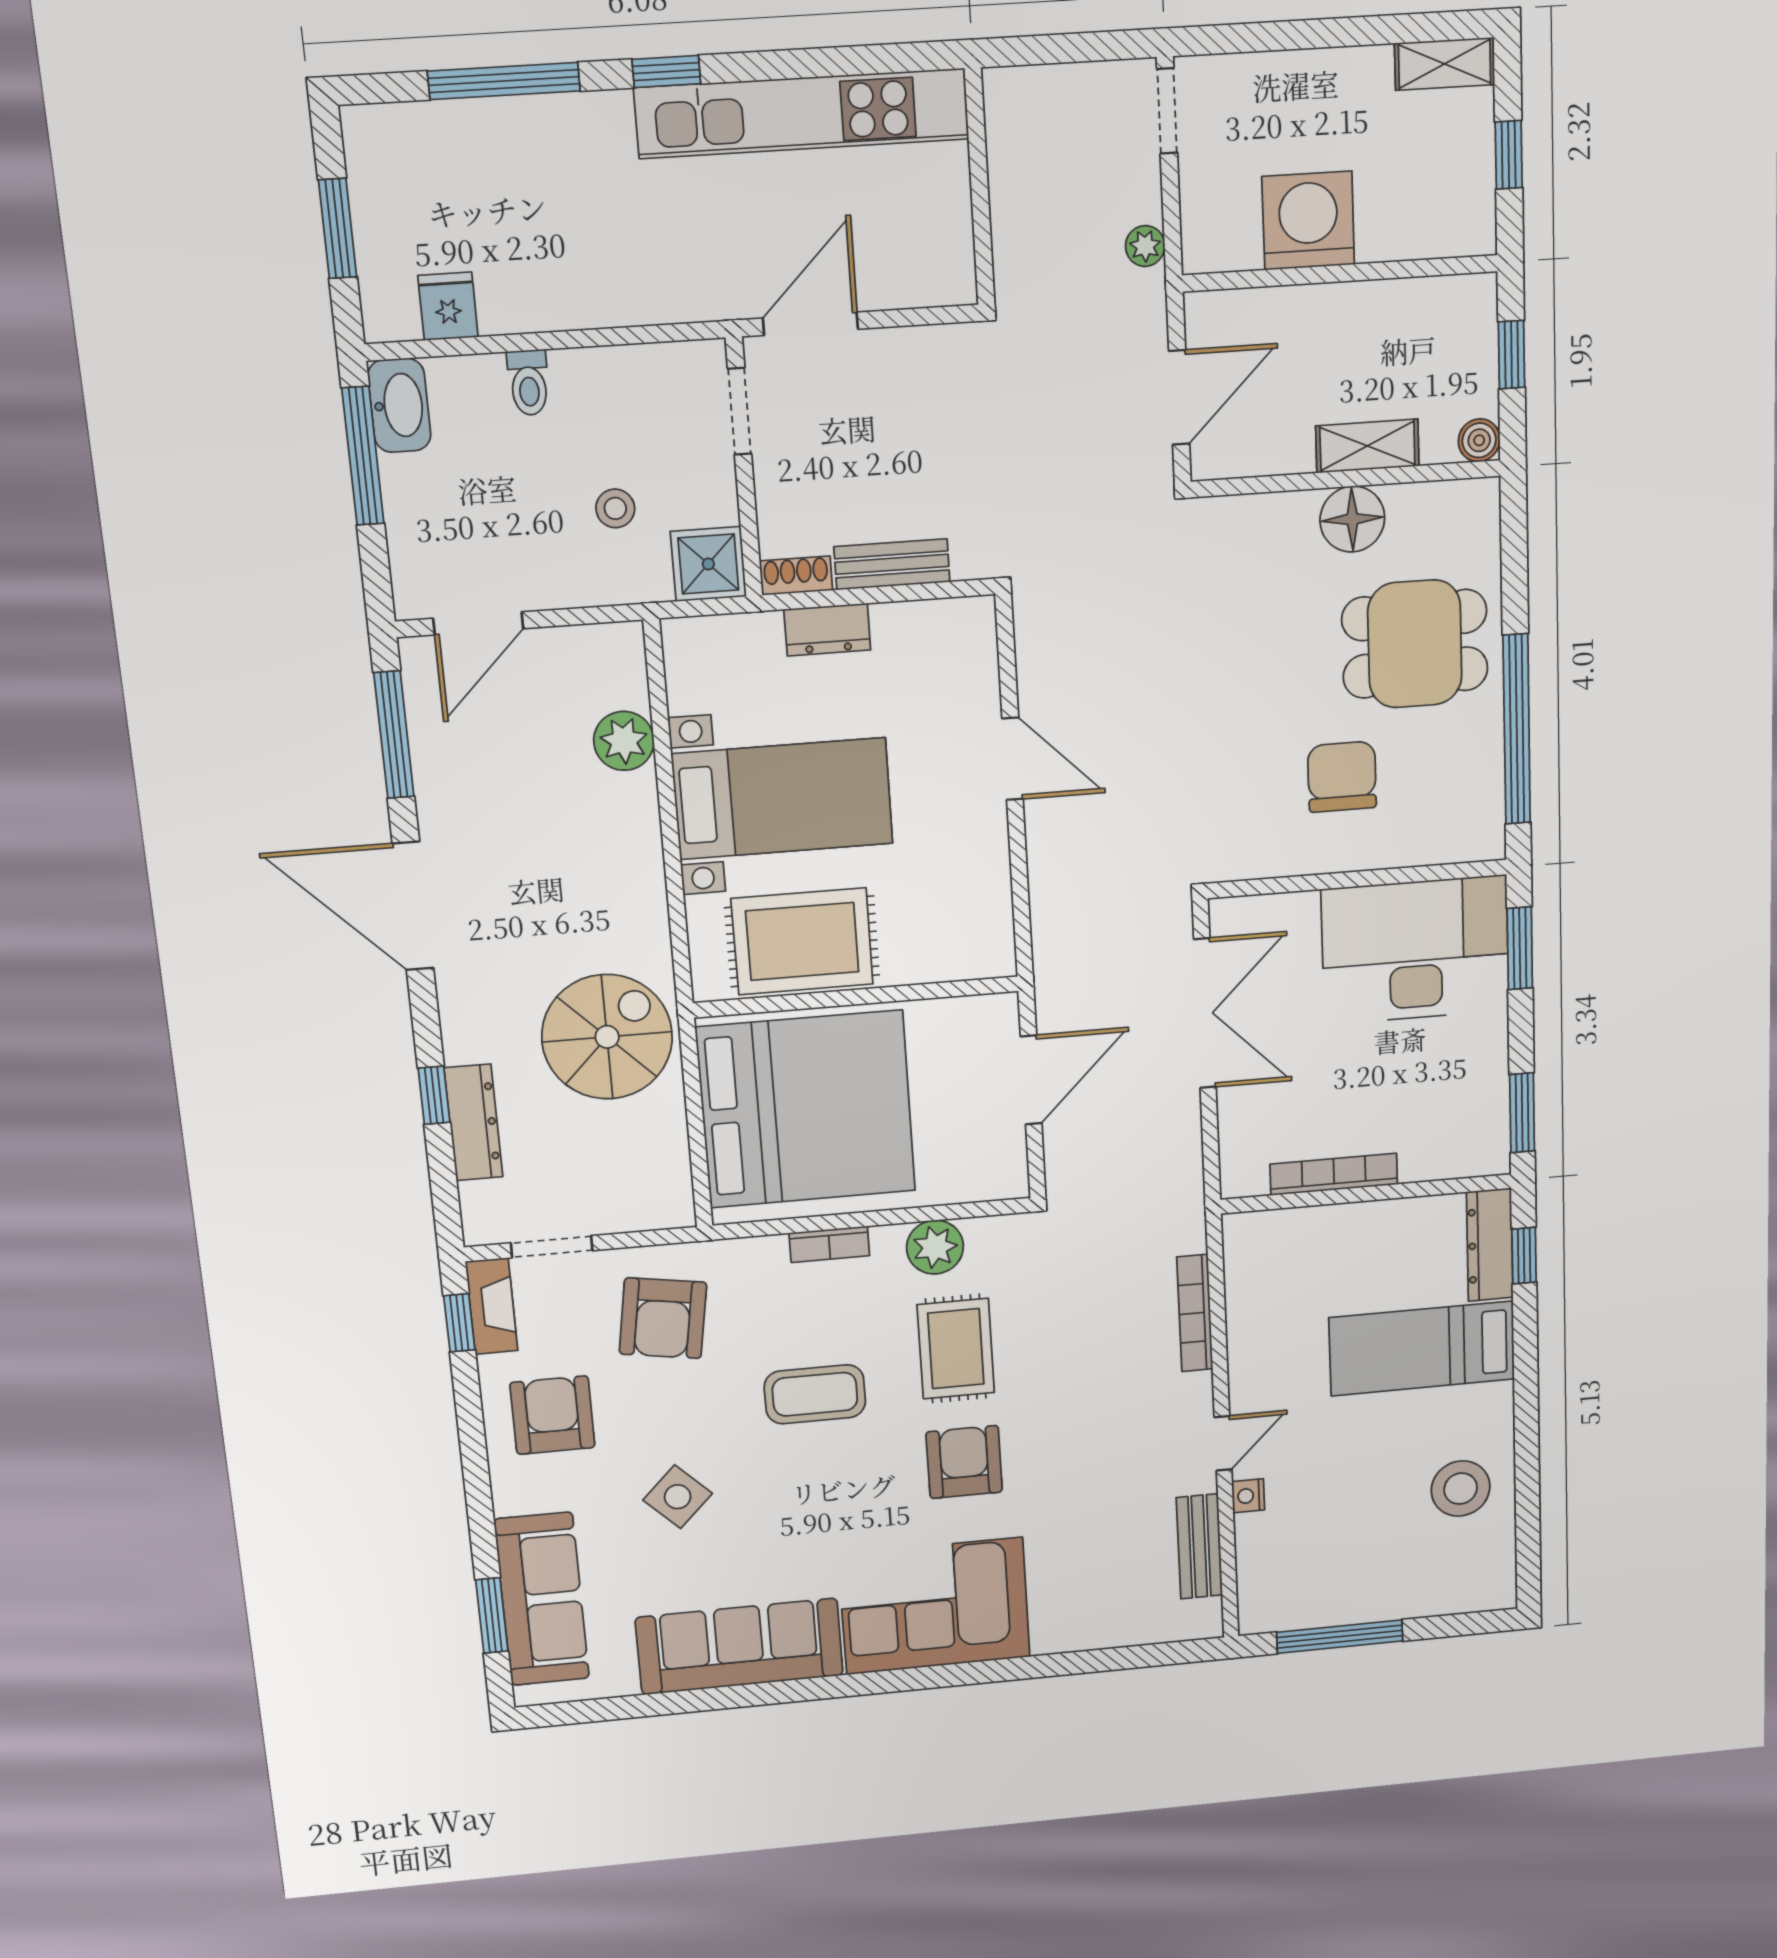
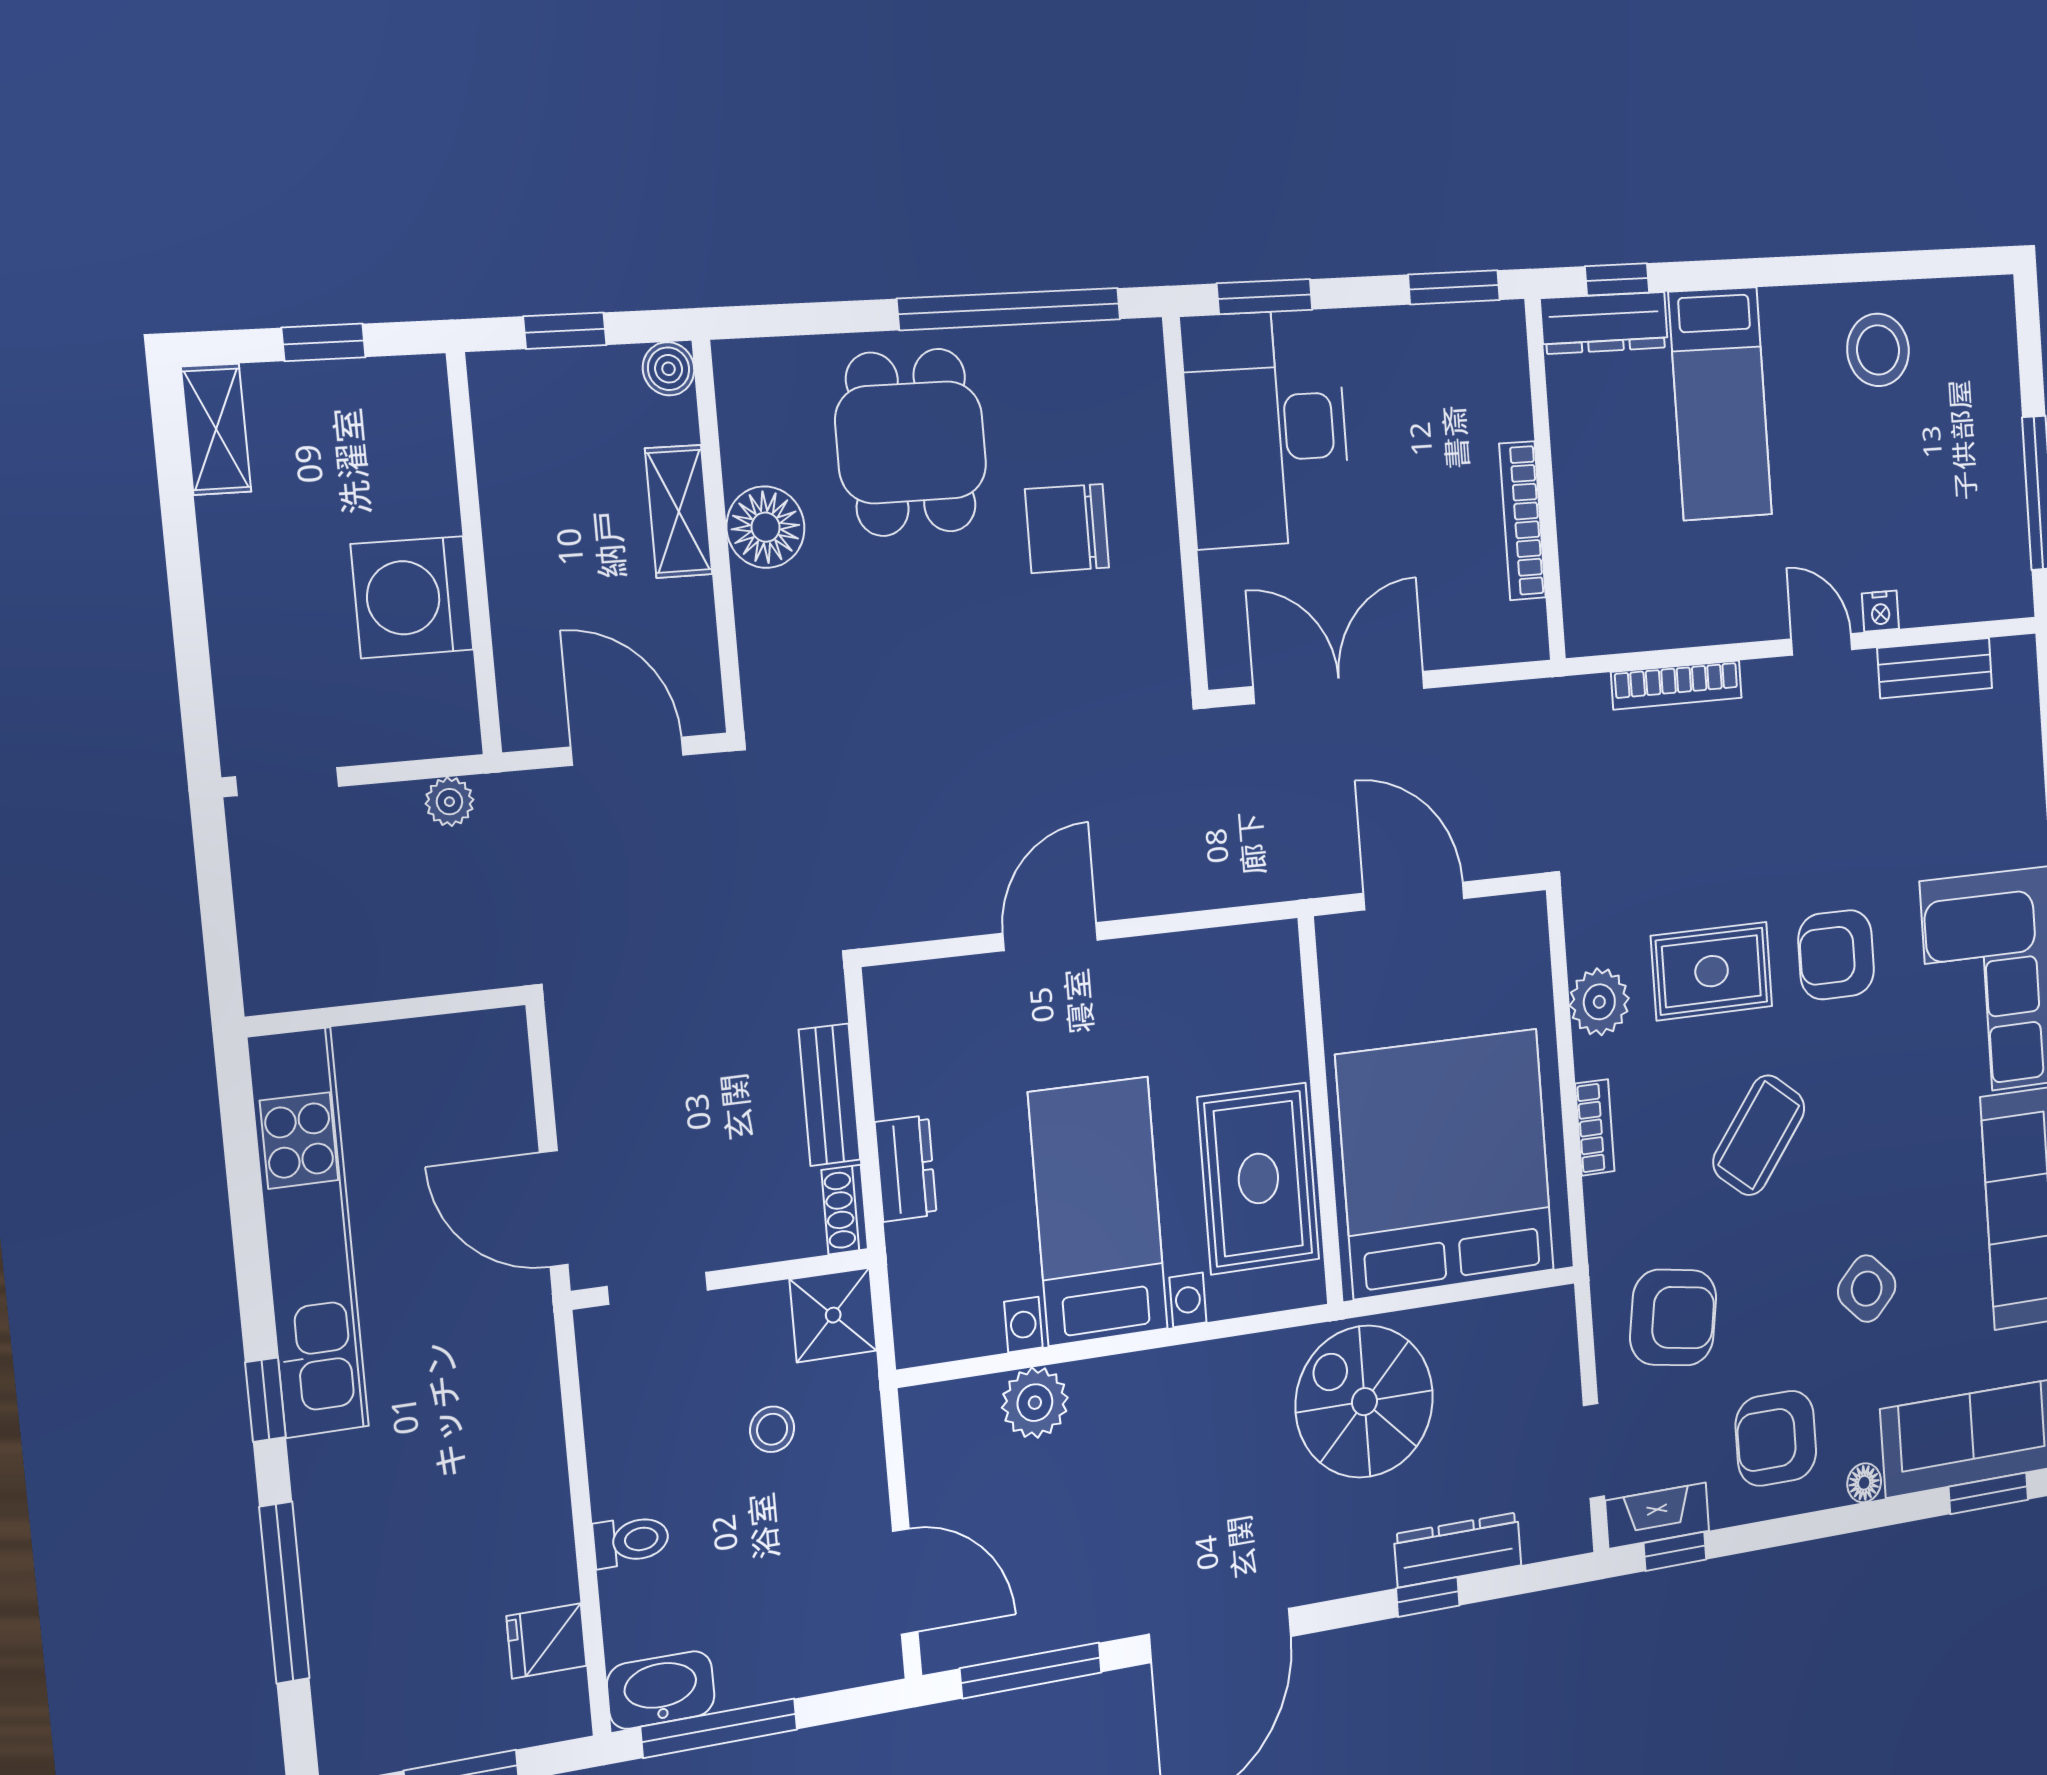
coffee table: (815, 1394) -> (1759, 1135), turned 38
floor lamp: (508, 1498) -> (1864, 1483), added

